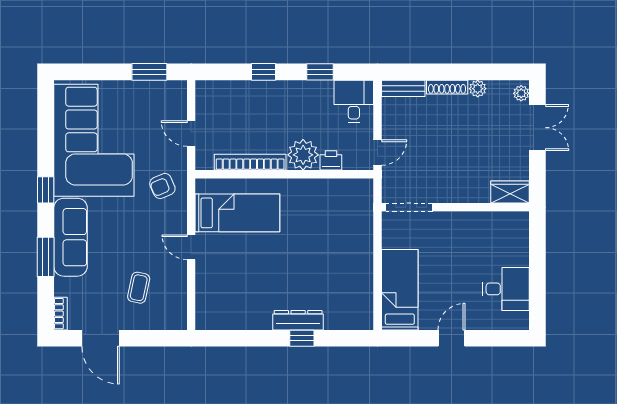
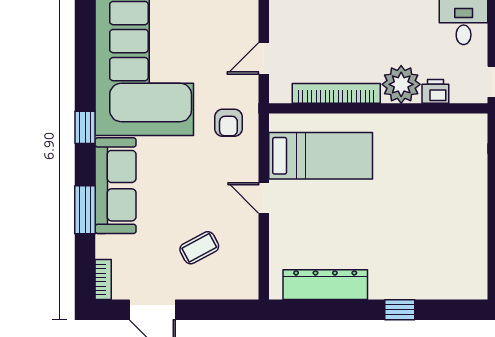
door: (191, 134) -> (264, 58), hinge flipped
armchair: (162, 186) -> (228, 123), turned -67
coffee table: (139, 288) -> (199, 248), turned 50
dresser: (298, 320) -> (325, 285), moved, width x1.37, depth x1.24

